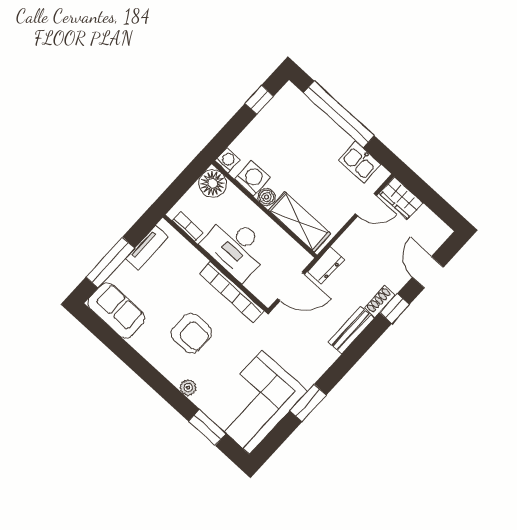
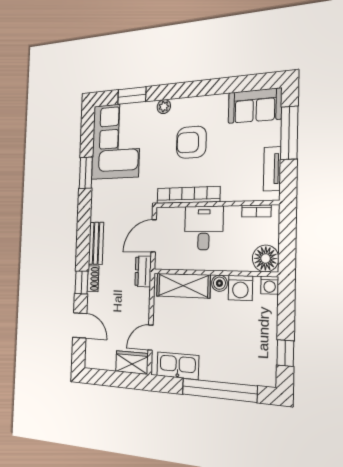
kitchen sink: (360, 162) -> (178, 366), width x1.38
desk: (236, 247) -> (204, 228), width x0.73

